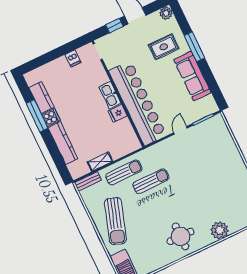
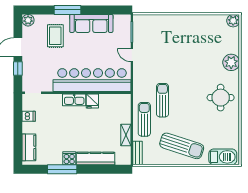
kitchen counter: (41, 97) -> (29, 147), moved, turned 90

